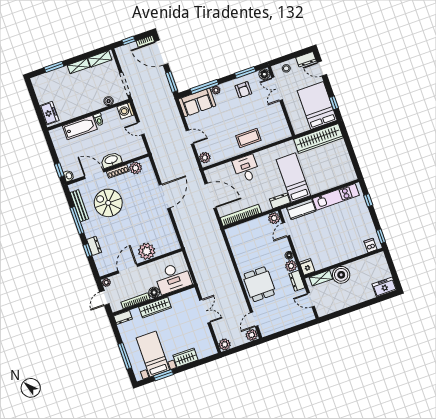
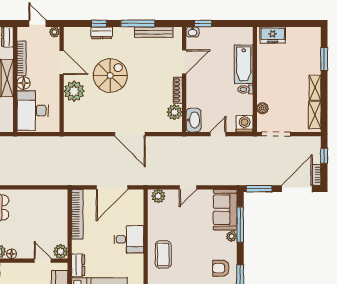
washbasin: (111, 160) -> (194, 120), moved
spiral stairs: (108, 203) -> (110, 75), moved

